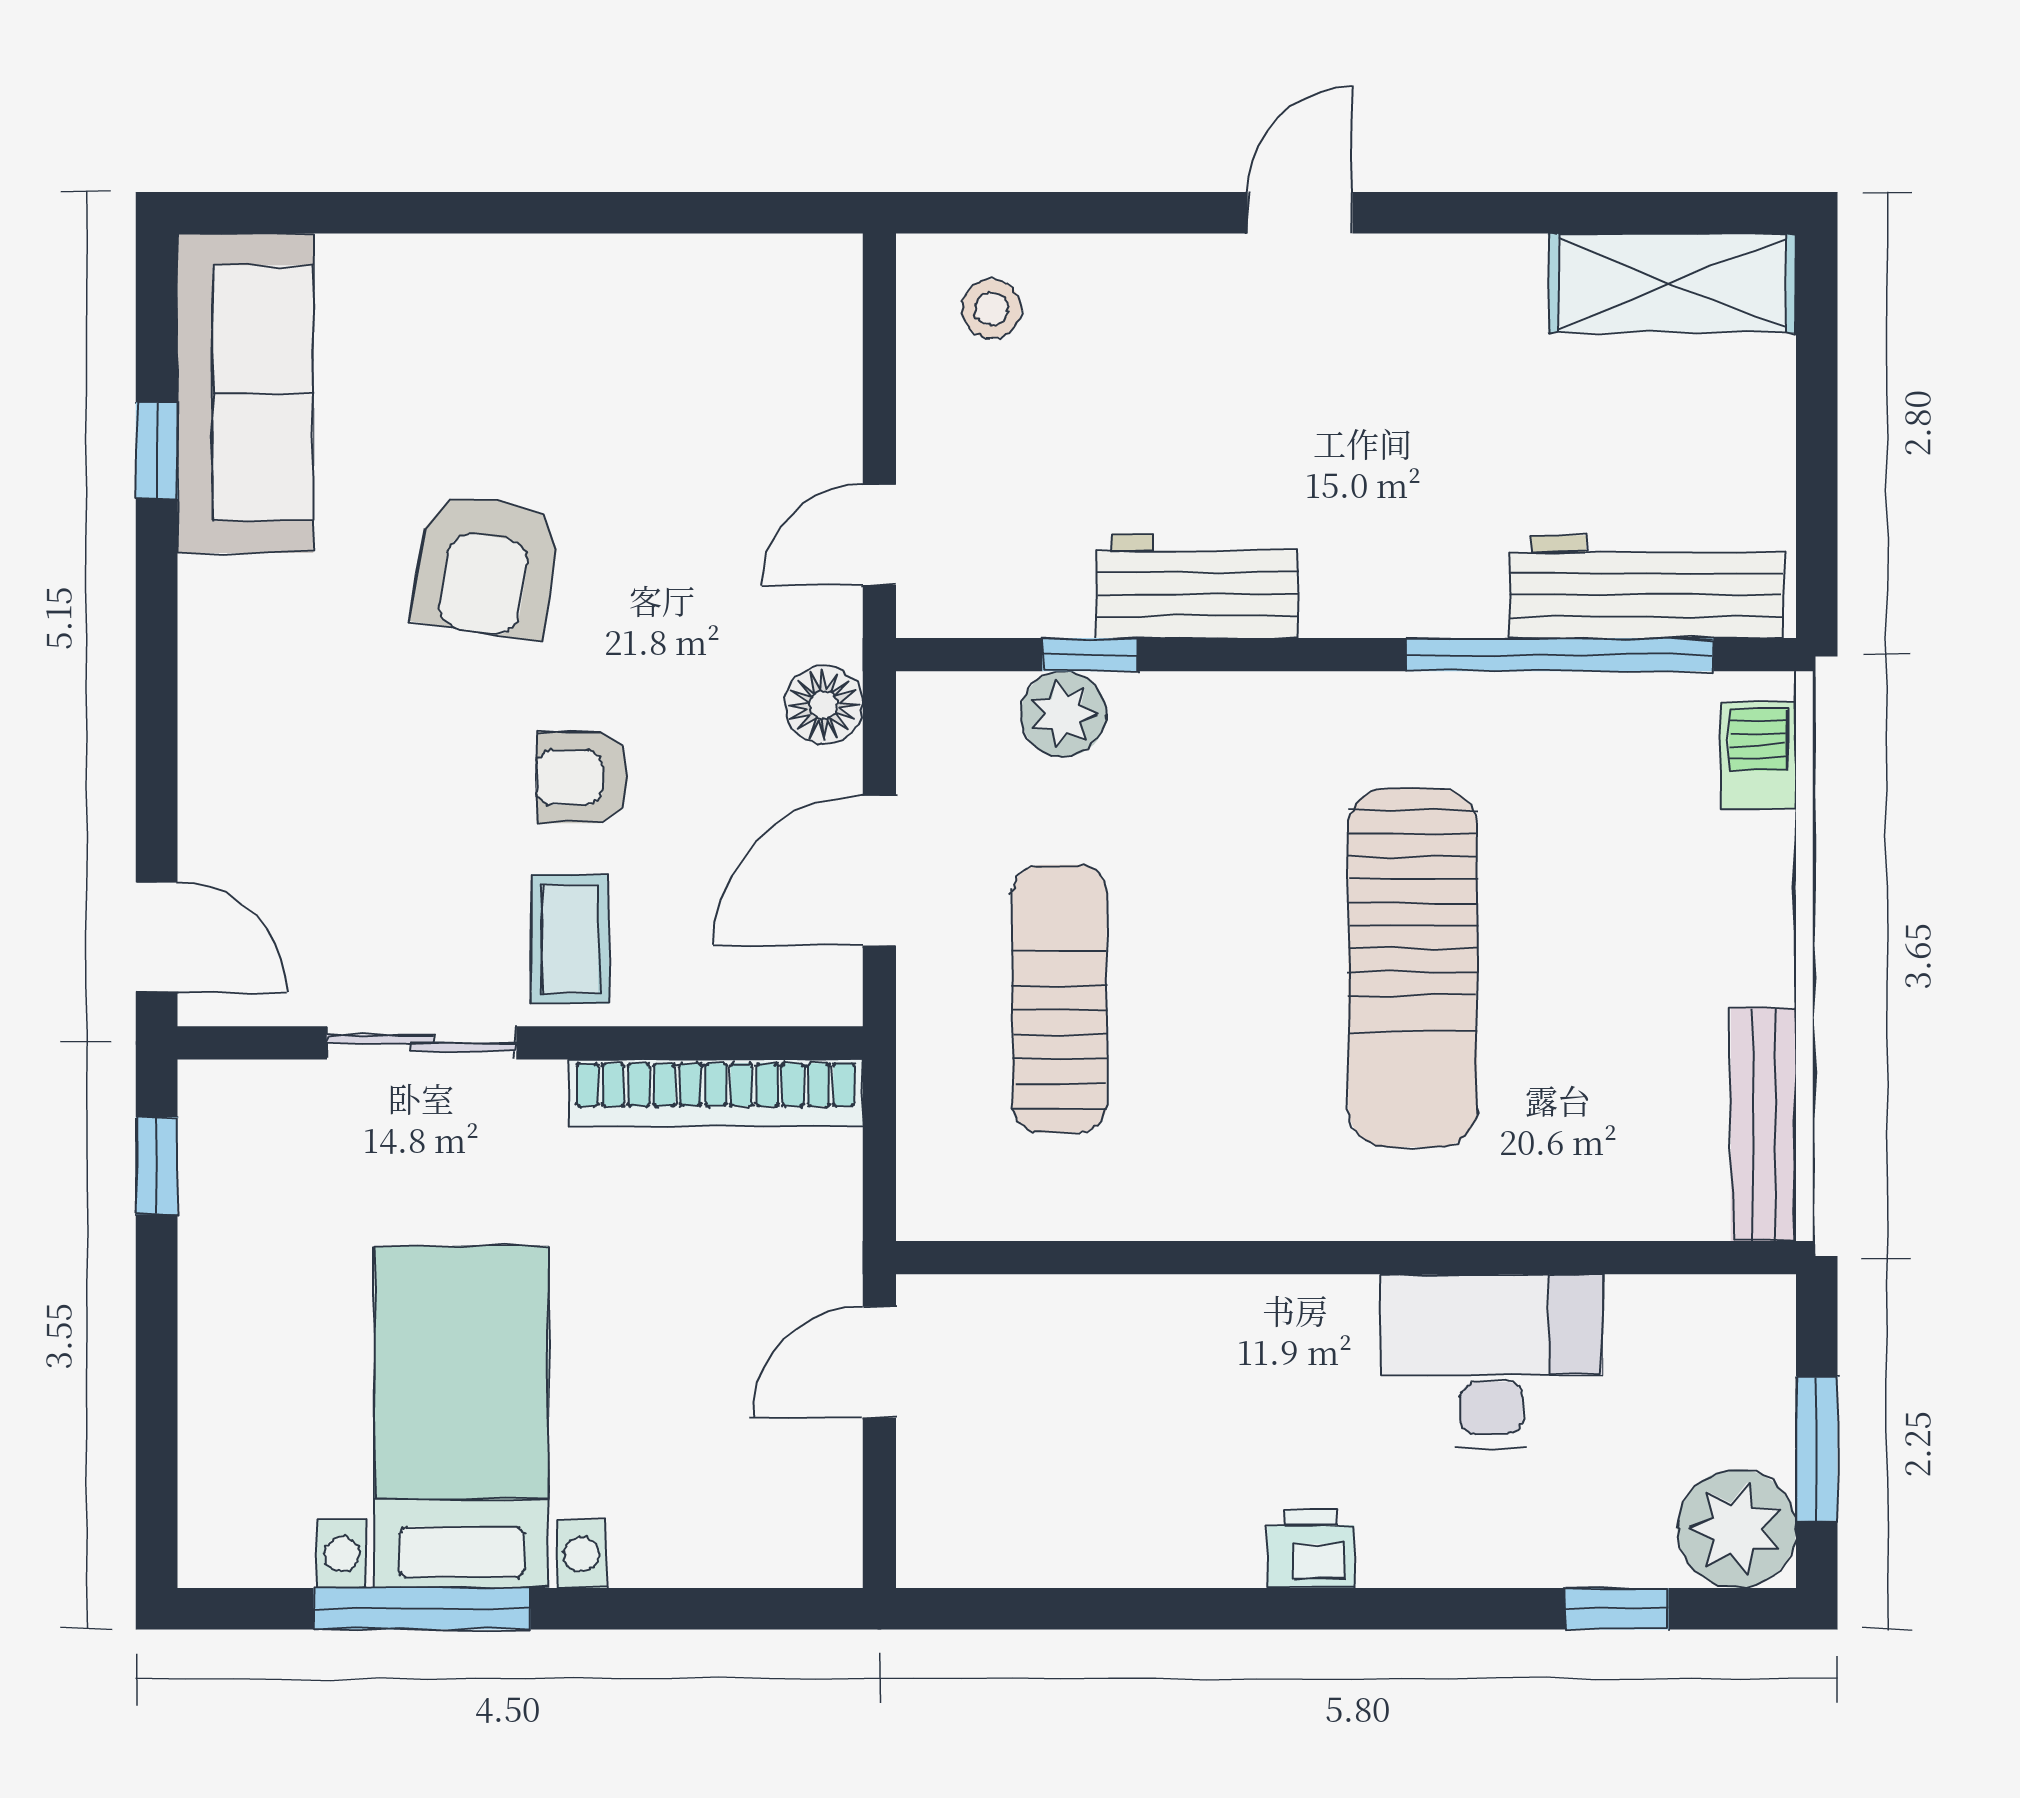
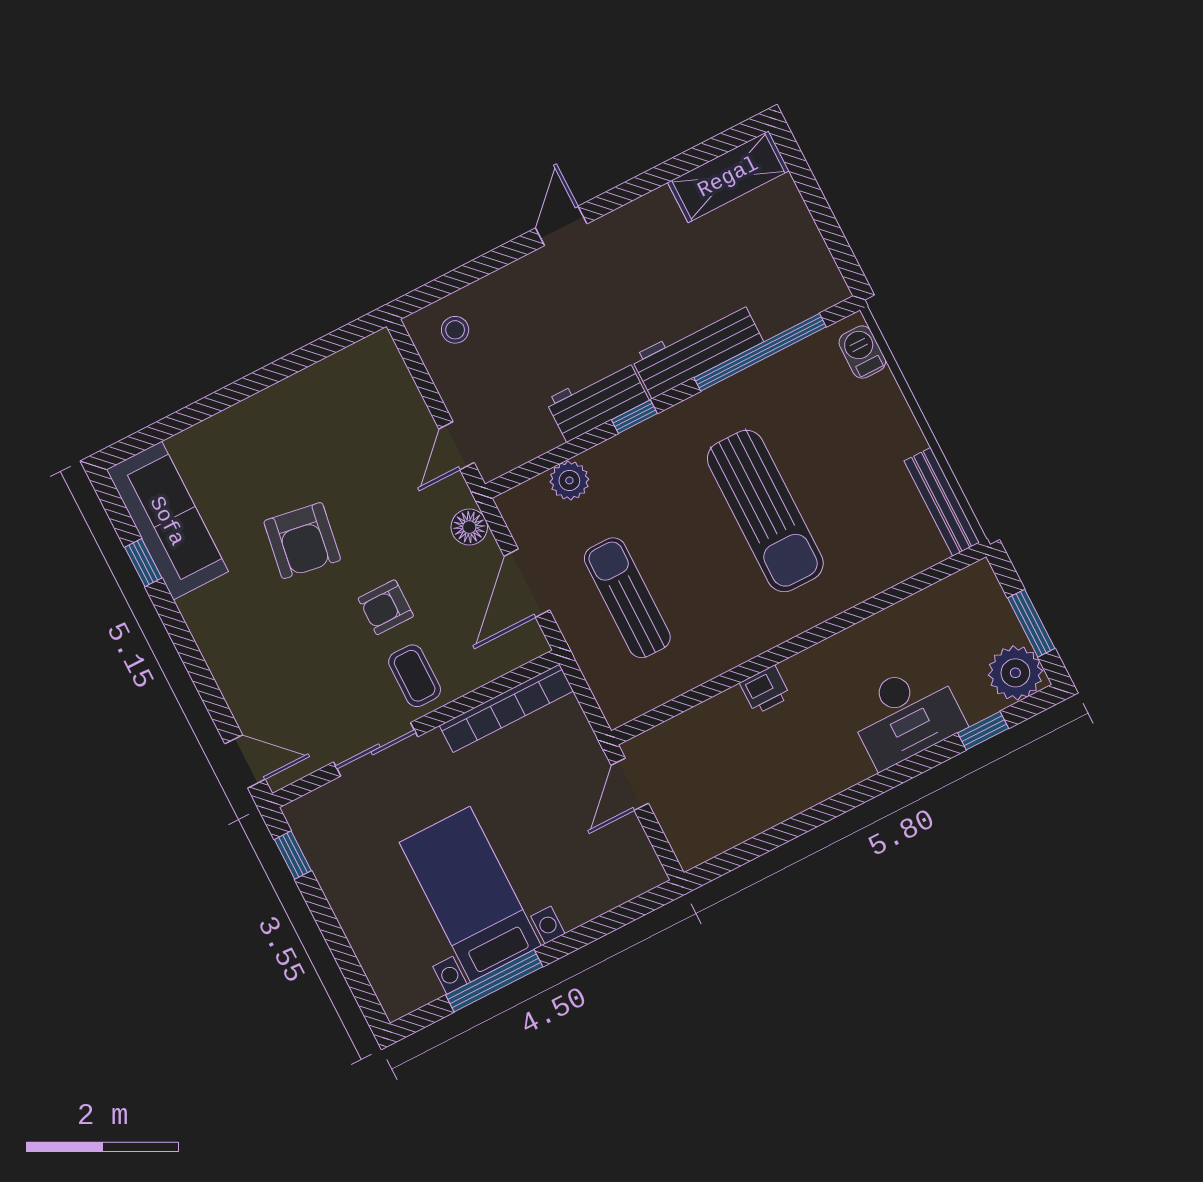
workbench: (1646, 587) -> (697, 349), moved
window: (1090, 655) -> (634, 417), moved
desk: (1492, 1361) -> (906, 715), moved, turned 180
printer: (1311, 1549) -> (765, 690), moved, turned 180

